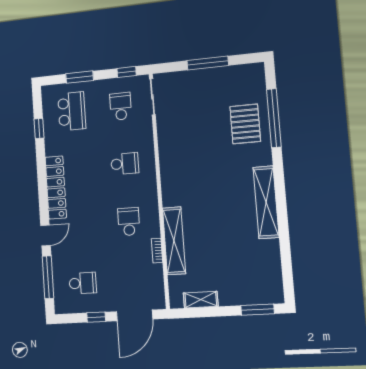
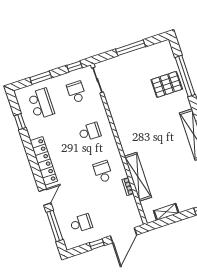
pallet: (245, 124) -> (167, 84), turned 90

